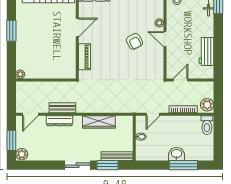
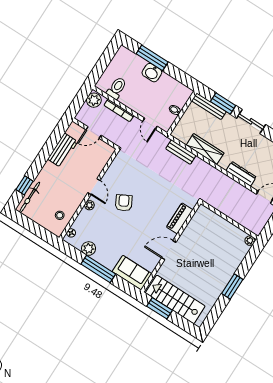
door: (181, 80) -> (93, 133), moved
bench: (62, 108) -> (181, 152), moved
door: (153, 114) -> (150, 124), swing flipped
toilet: (207, 125) -> (117, 88), moved

